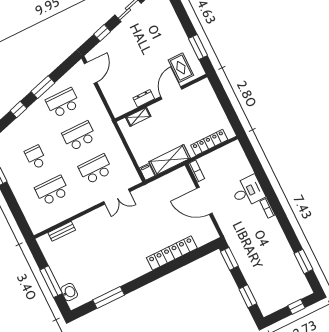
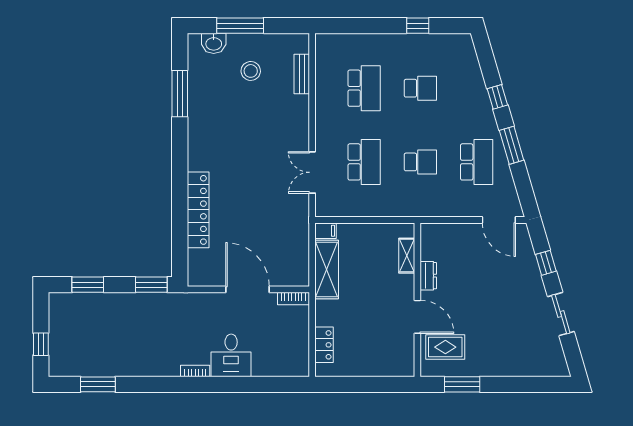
school desk: (79, 136) -> (420, 162), width x0.54
locker: (209, 142) -> (324, 345), width x0.66
door: (204, 201) -> (248, 289), hinge flipped
stool: (75, 262) -> (251, 71), added

